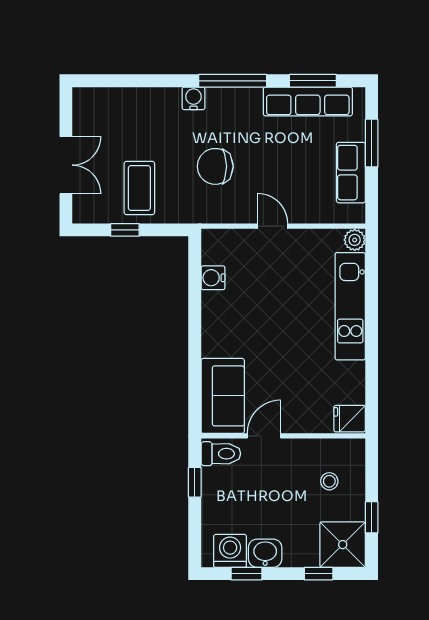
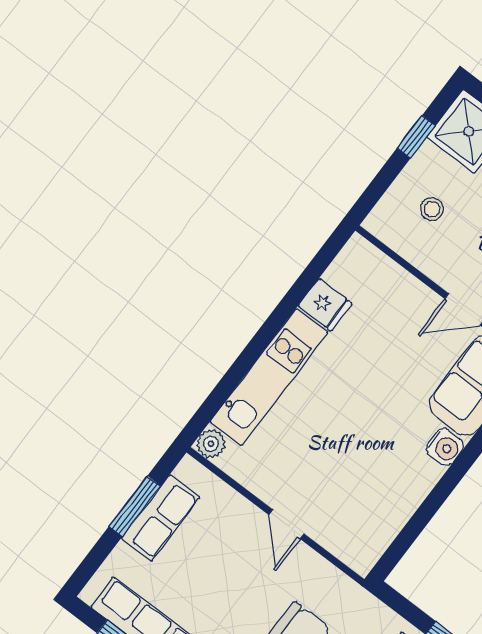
window: (372, 143) -> (135, 506), moved
water cooler: (213, 278) -> (445, 447), moved
fridge: (350, 419) -> (325, 305), moved

